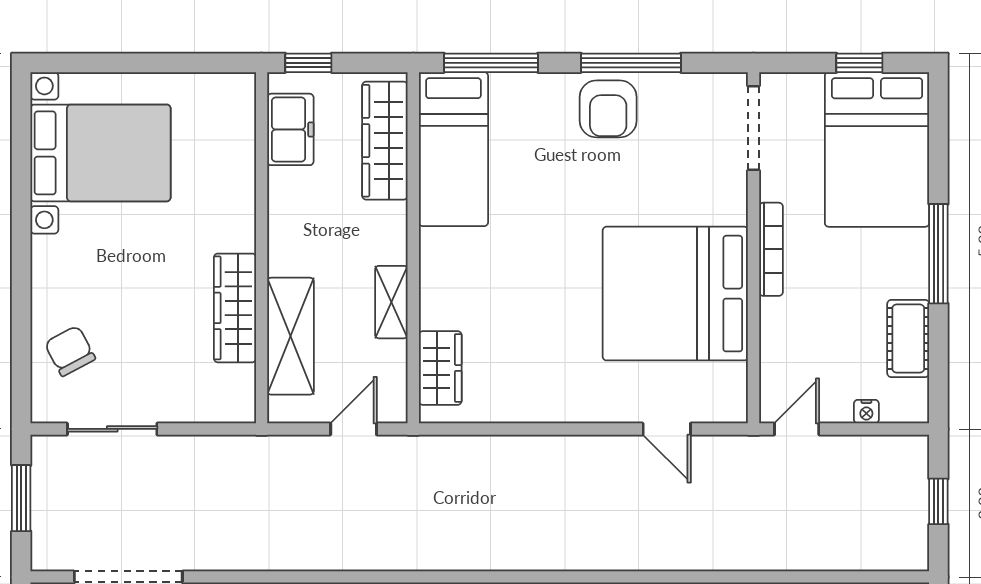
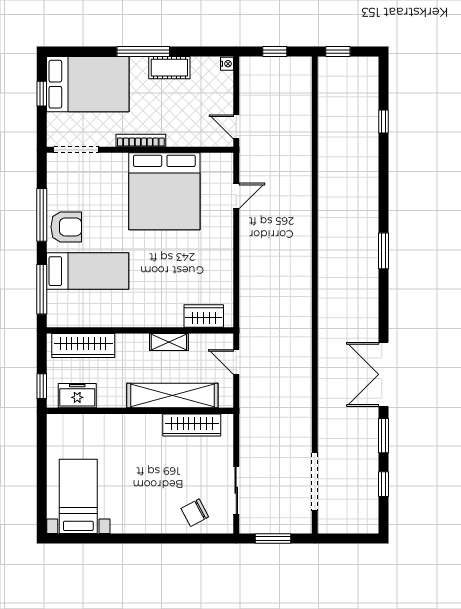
bed: (453, 149) -> (88, 271), moved
bed with nightstands: (101, 153) -> (78, 496), width x0.73
wardrobe: (235, 308) -> (192, 425), moved
shelving: (291, 336) -> (172, 396), width x1.47
cot: (908, 338) -> (169, 68), moved
nightstand: (866, 412) -> (227, 64), moved

